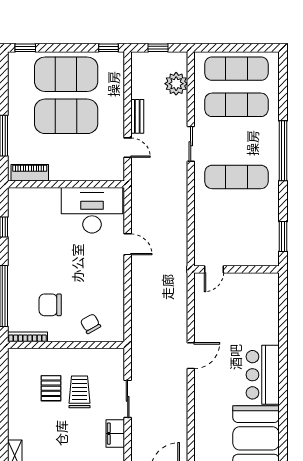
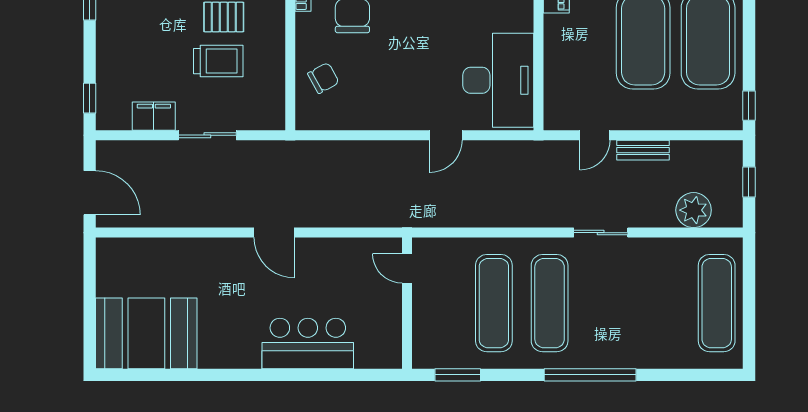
exercise mat: (236, 105) -> (494, 303), moved
bar counter: (263, 375) -> (308, 343), moved

